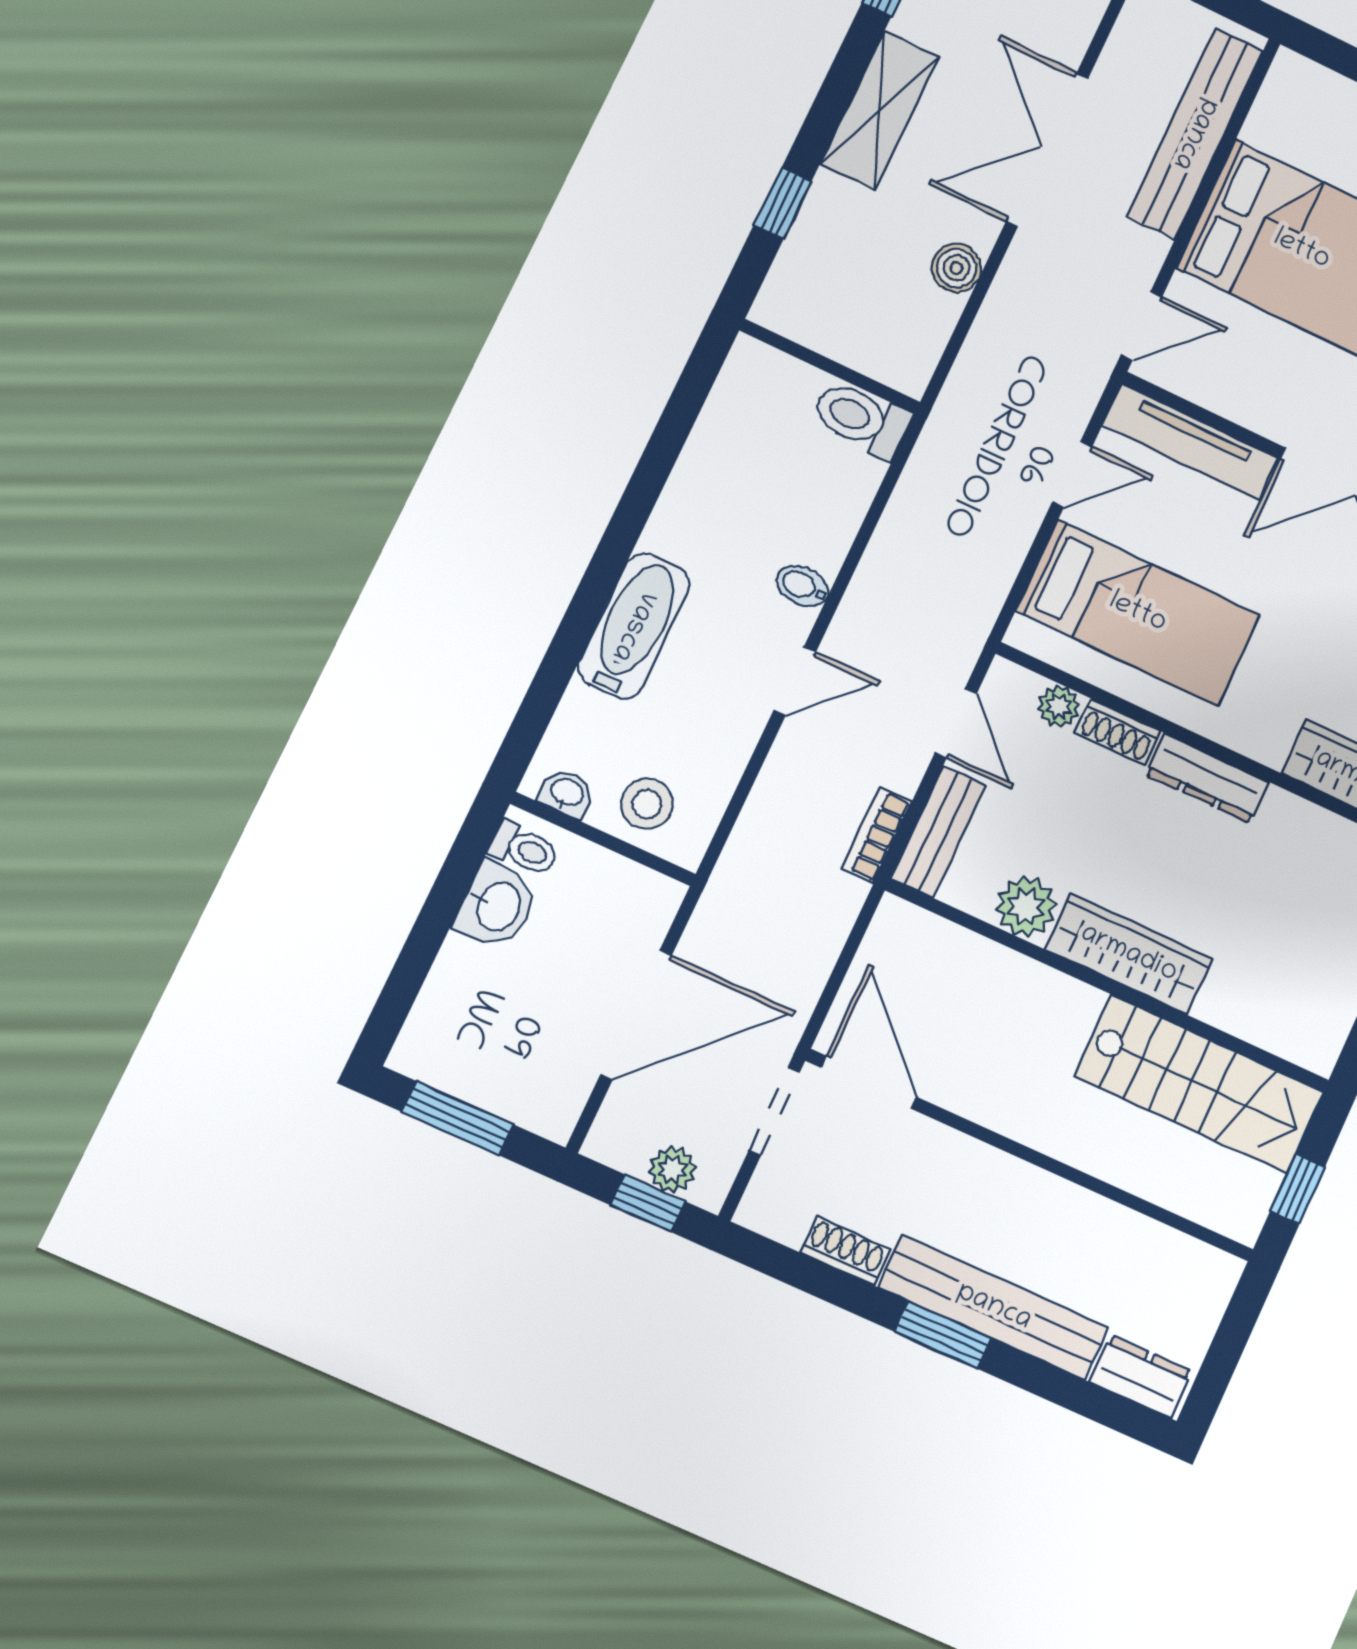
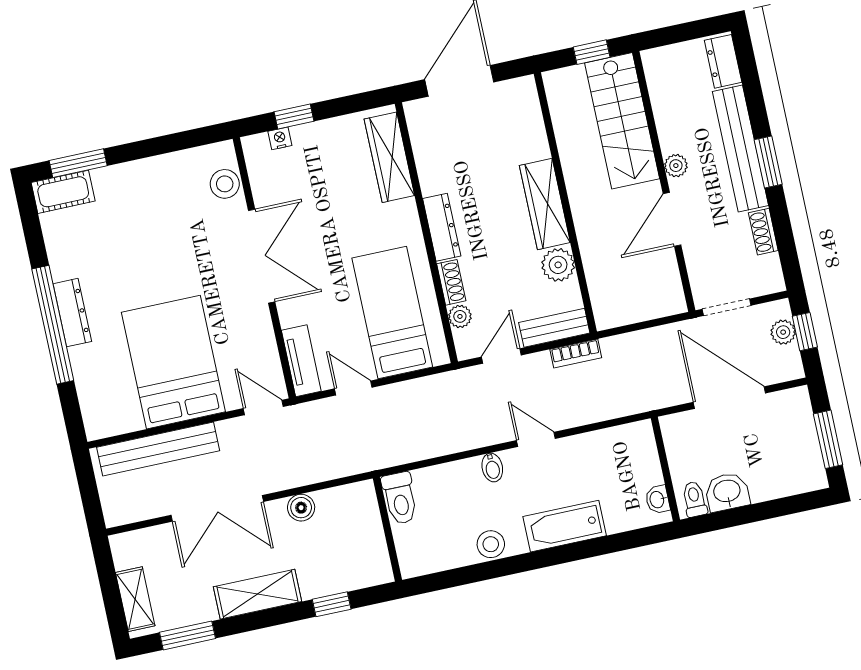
tv unit: (1190, 442) -> (301, 361), width x0.71
stool: (647, 804) -> (491, 544), moved
door: (869, 1082) -> (672, 219), moved
stairs: (1199, 1084) -> (622, 121), moved, turned 180
plant: (1041, 1191) -> (676, 166), added

